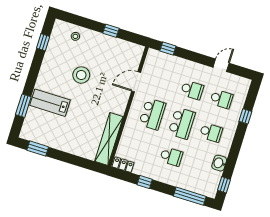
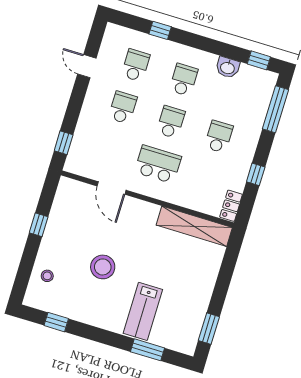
school desk: (182, 123) -> (171, 122), width x0.54

